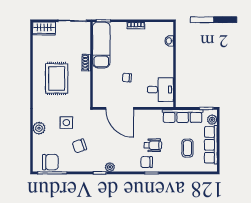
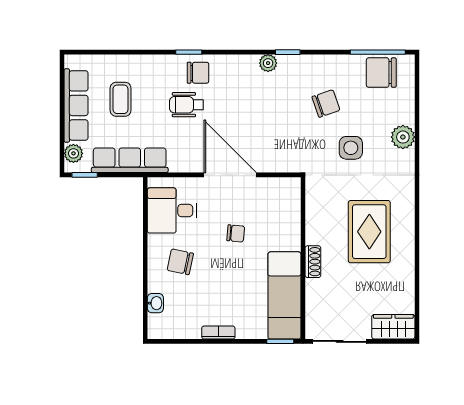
chair: (156, 63) -> (180, 262), added
door: (120, 108) -> (230, 175), moved

